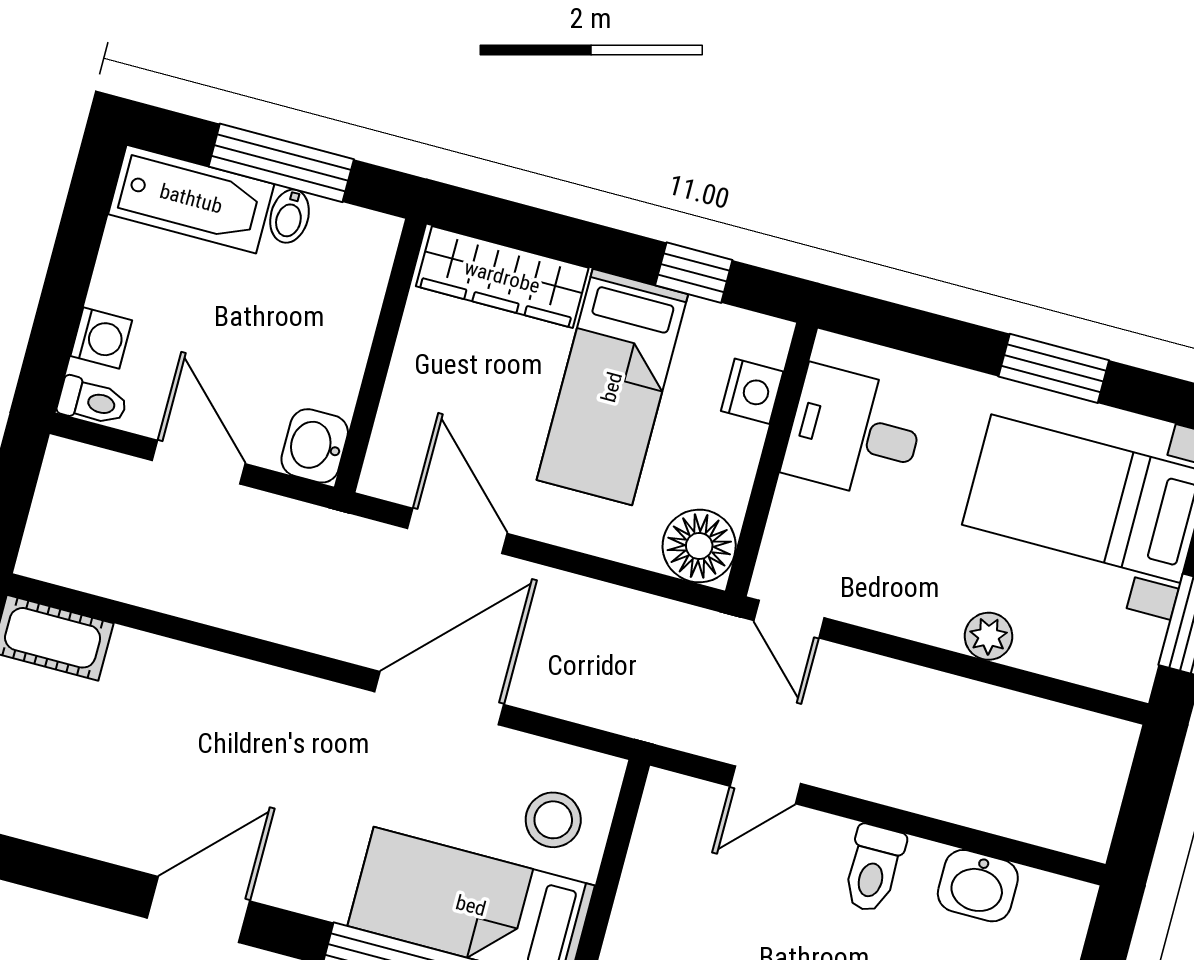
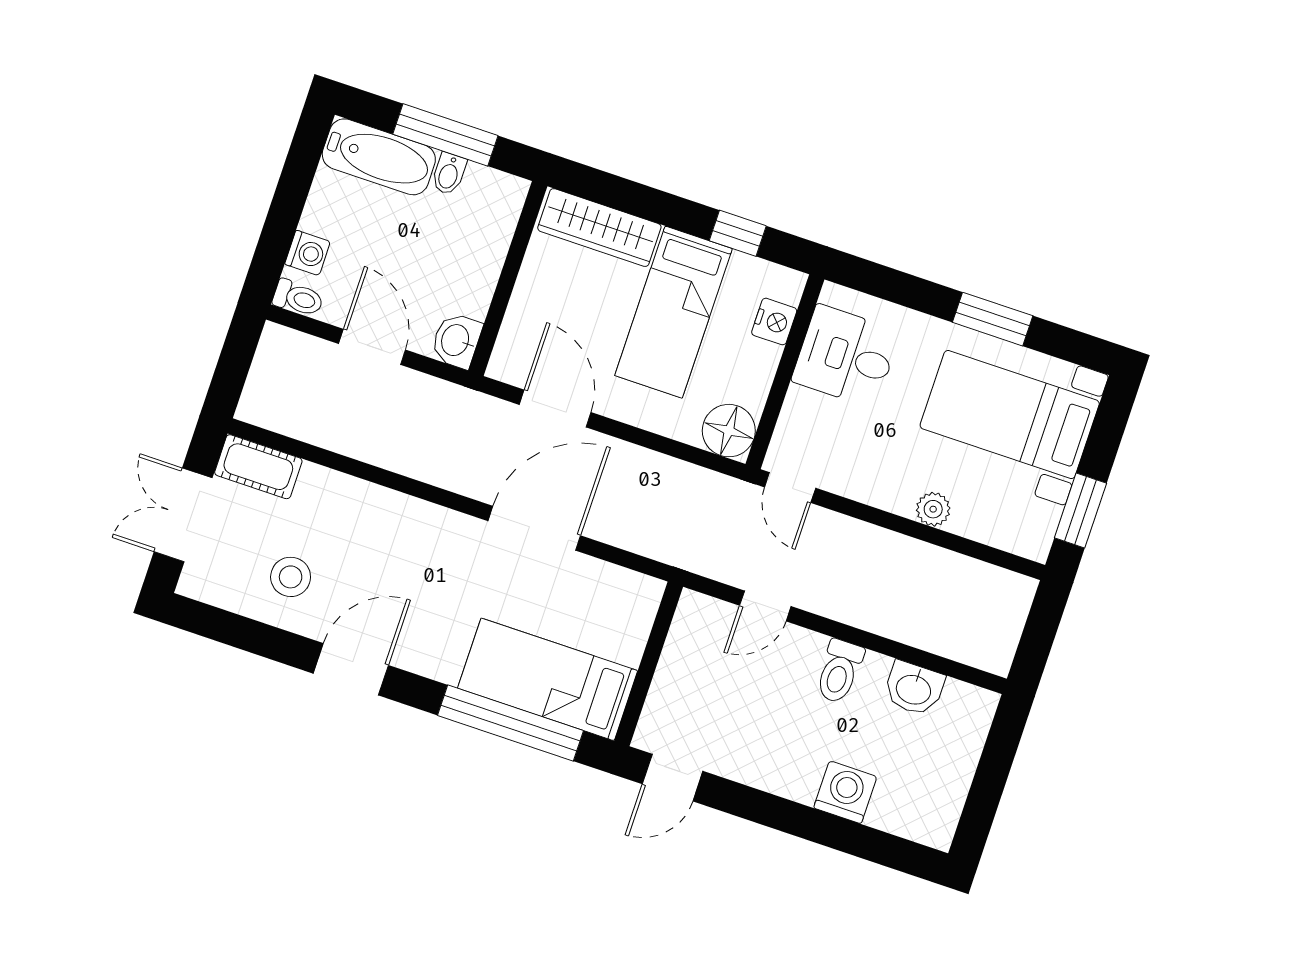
stool: (553, 820) -> (291, 577), moved

